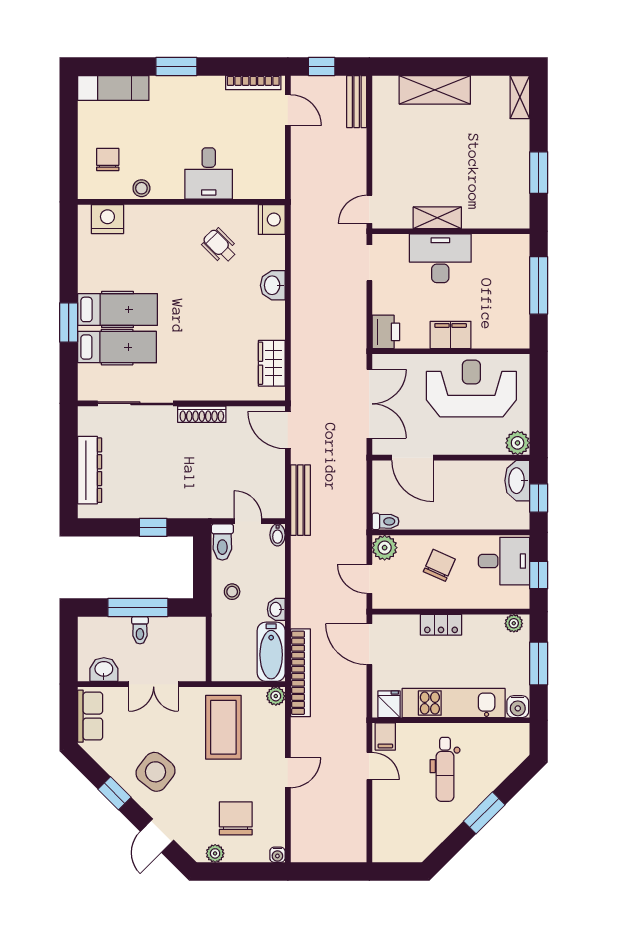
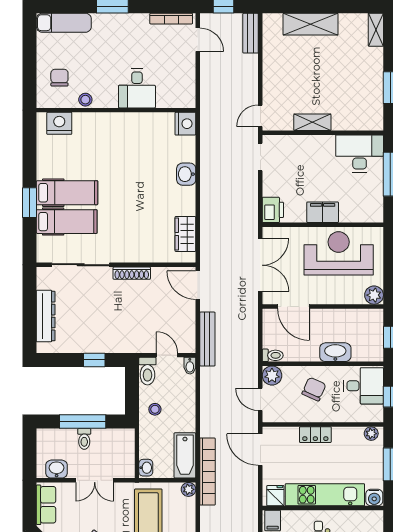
wheelchair: (220, 246) -> (145, 144), removed
desk: (440, 258) -> (360, 153), moved
washbasin: (517, 481) -> (335, 352), moved, turned 90
washbasin: (276, 609) -> (146, 468), moved, turned 180

